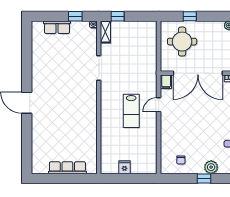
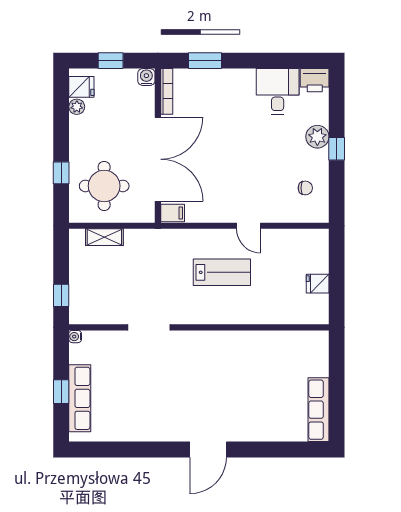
window: (75, 16) -> (61, 392), moved
row of seats: (57, 27) -> (80, 398), width x1.48
shelving: (105, 32) -> (104, 237), moved
door: (159, 105) -> (249, 226), moved
row of seats: (67, 168) -> (318, 410), moved

